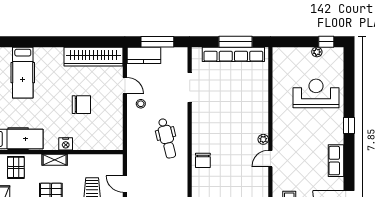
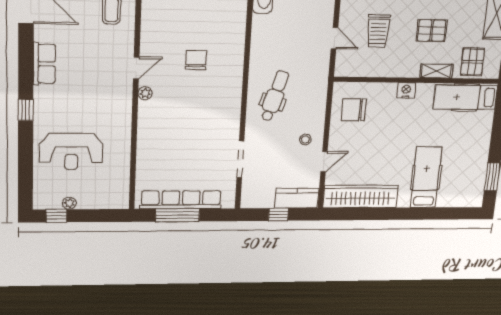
window: (157, 42) -> (278, 214), width x0.46
hospital bed: (23, 73) -> (426, 177), moved
door: (125, 86) -> (324, 162), swing flipped
chair: (81, 105) -> (354, 110), moved
dental chair: (167, 138) -> (275, 96), turned 30
shelving: (55, 160) -> (436, 71), moved
chair: (203, 160) -> (196, 60), moved

